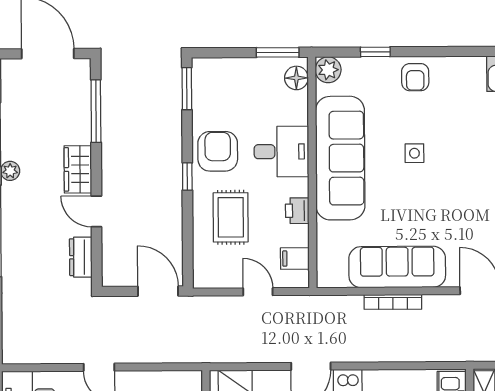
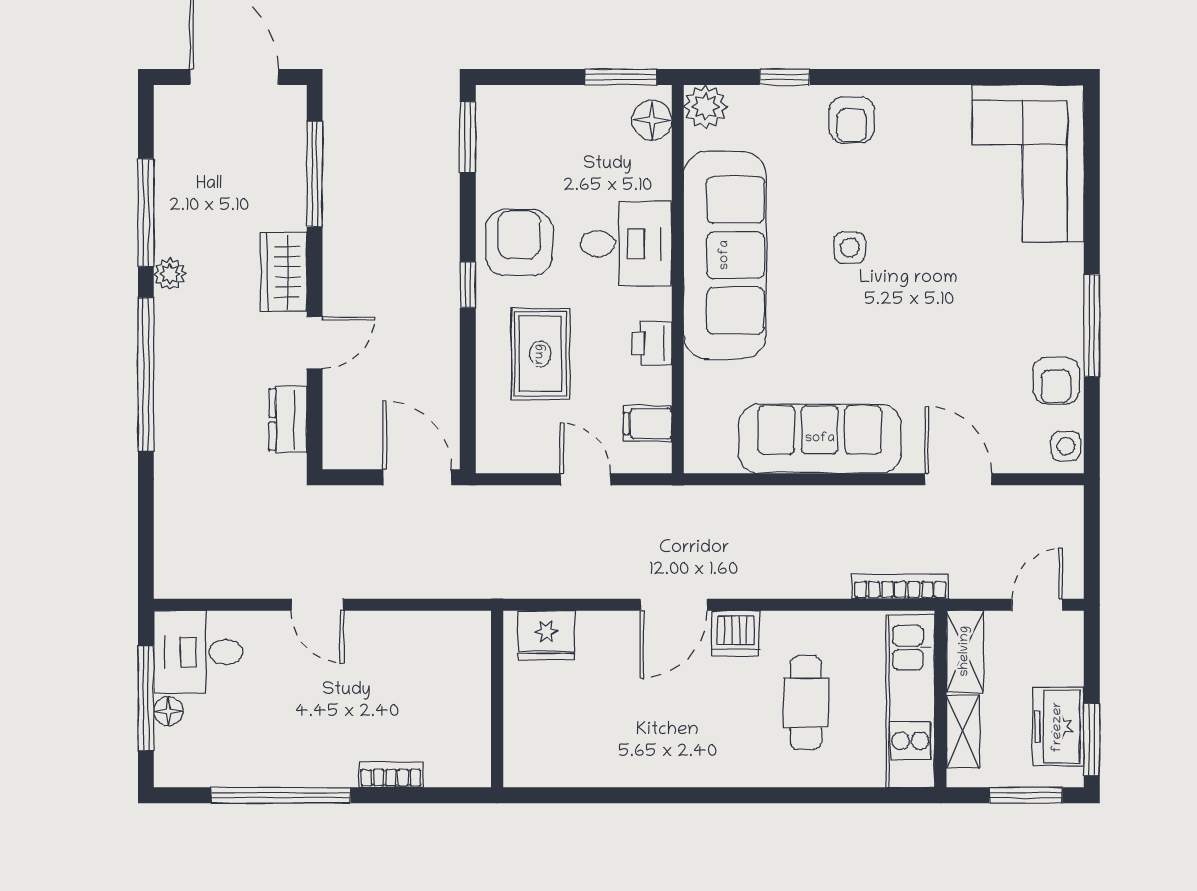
door: (96, 211) -> (315, 343), swing flipped
bookcase: (393, 302) -> (900, 587), moved, turned 180

